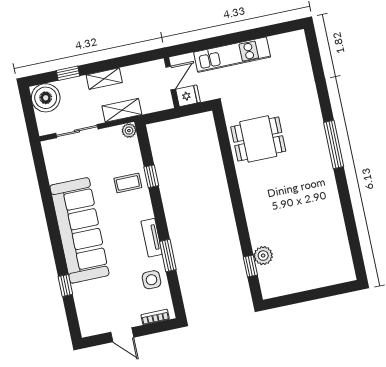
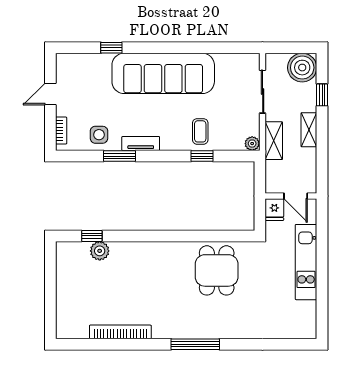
bookcase: (337, 219) -> (120, 332), added

